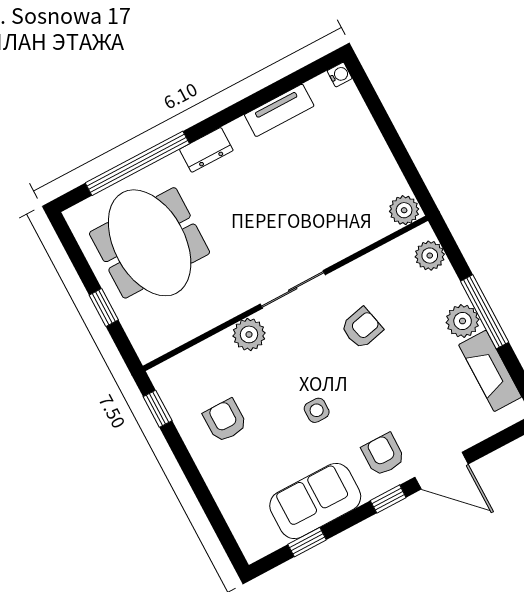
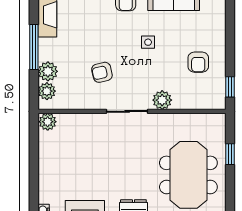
plant: (463, 321) -> (48, 71), moved

